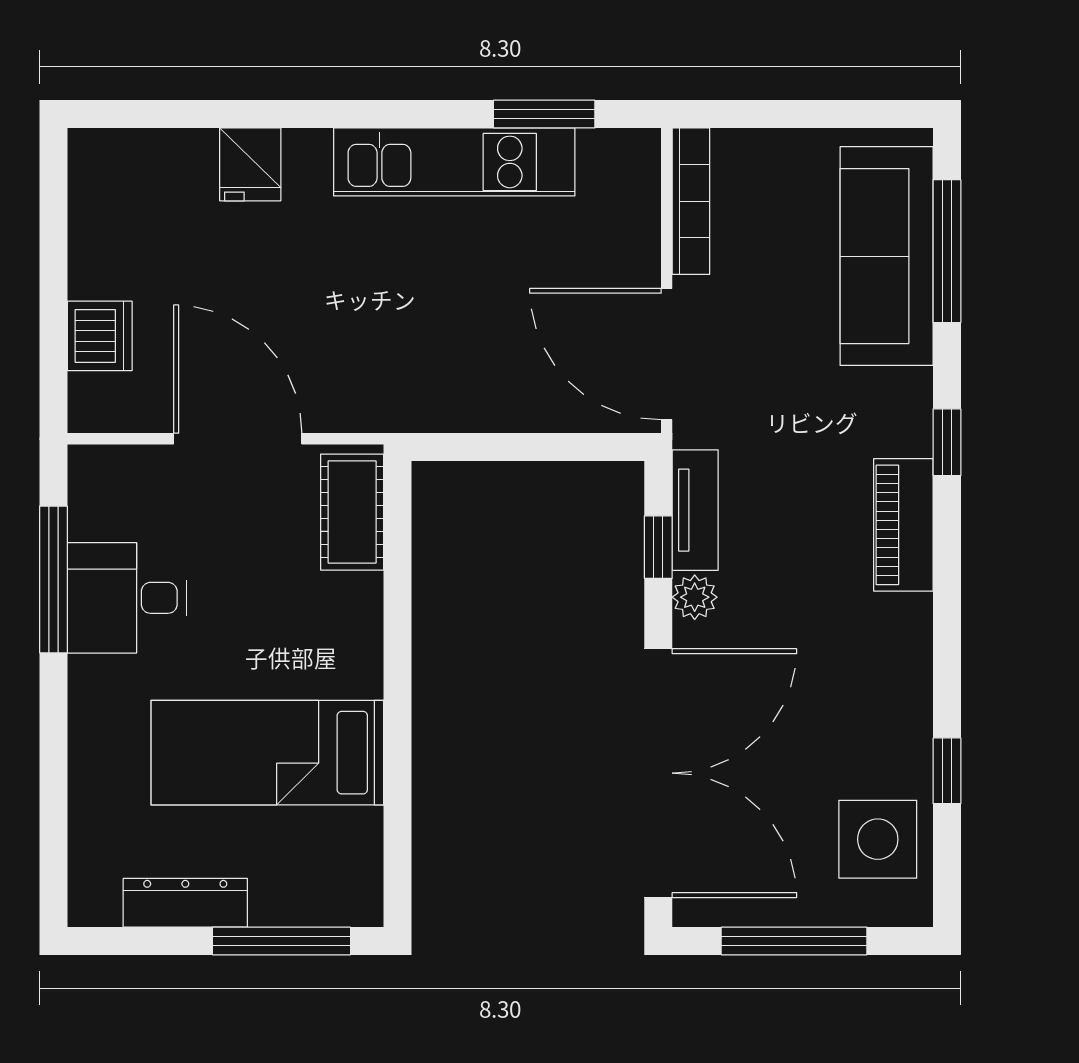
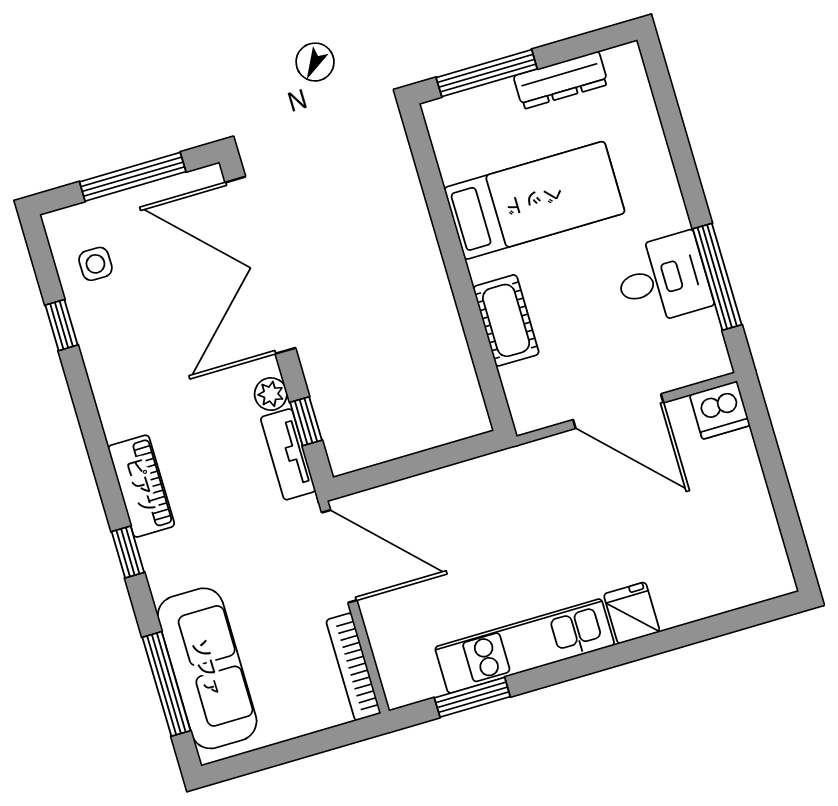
fridge: (250, 164) -> (632, 613), moved
dishwasher: (100, 336) -> (720, 410), moved, turned -90
cot: (352, 512) -> (506, 320), moved
side table: (878, 839) -> (95, 264), width x0.54, depth x0.54

